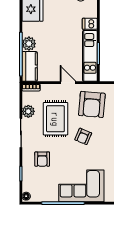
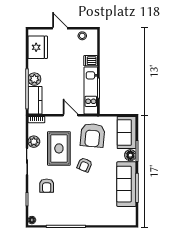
corner sofa: (81, 186) -> (83, 210), removed

